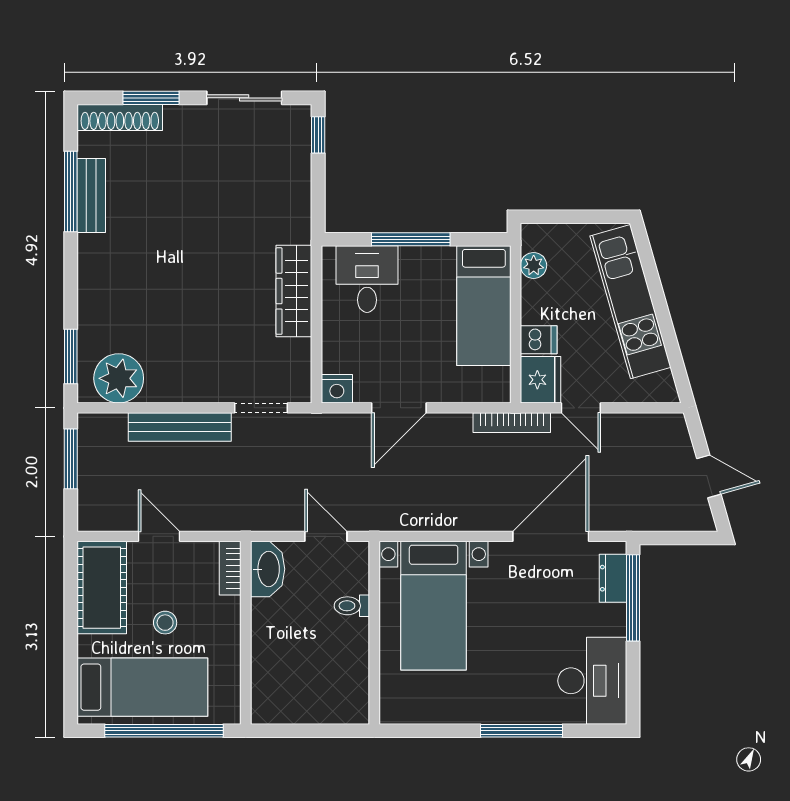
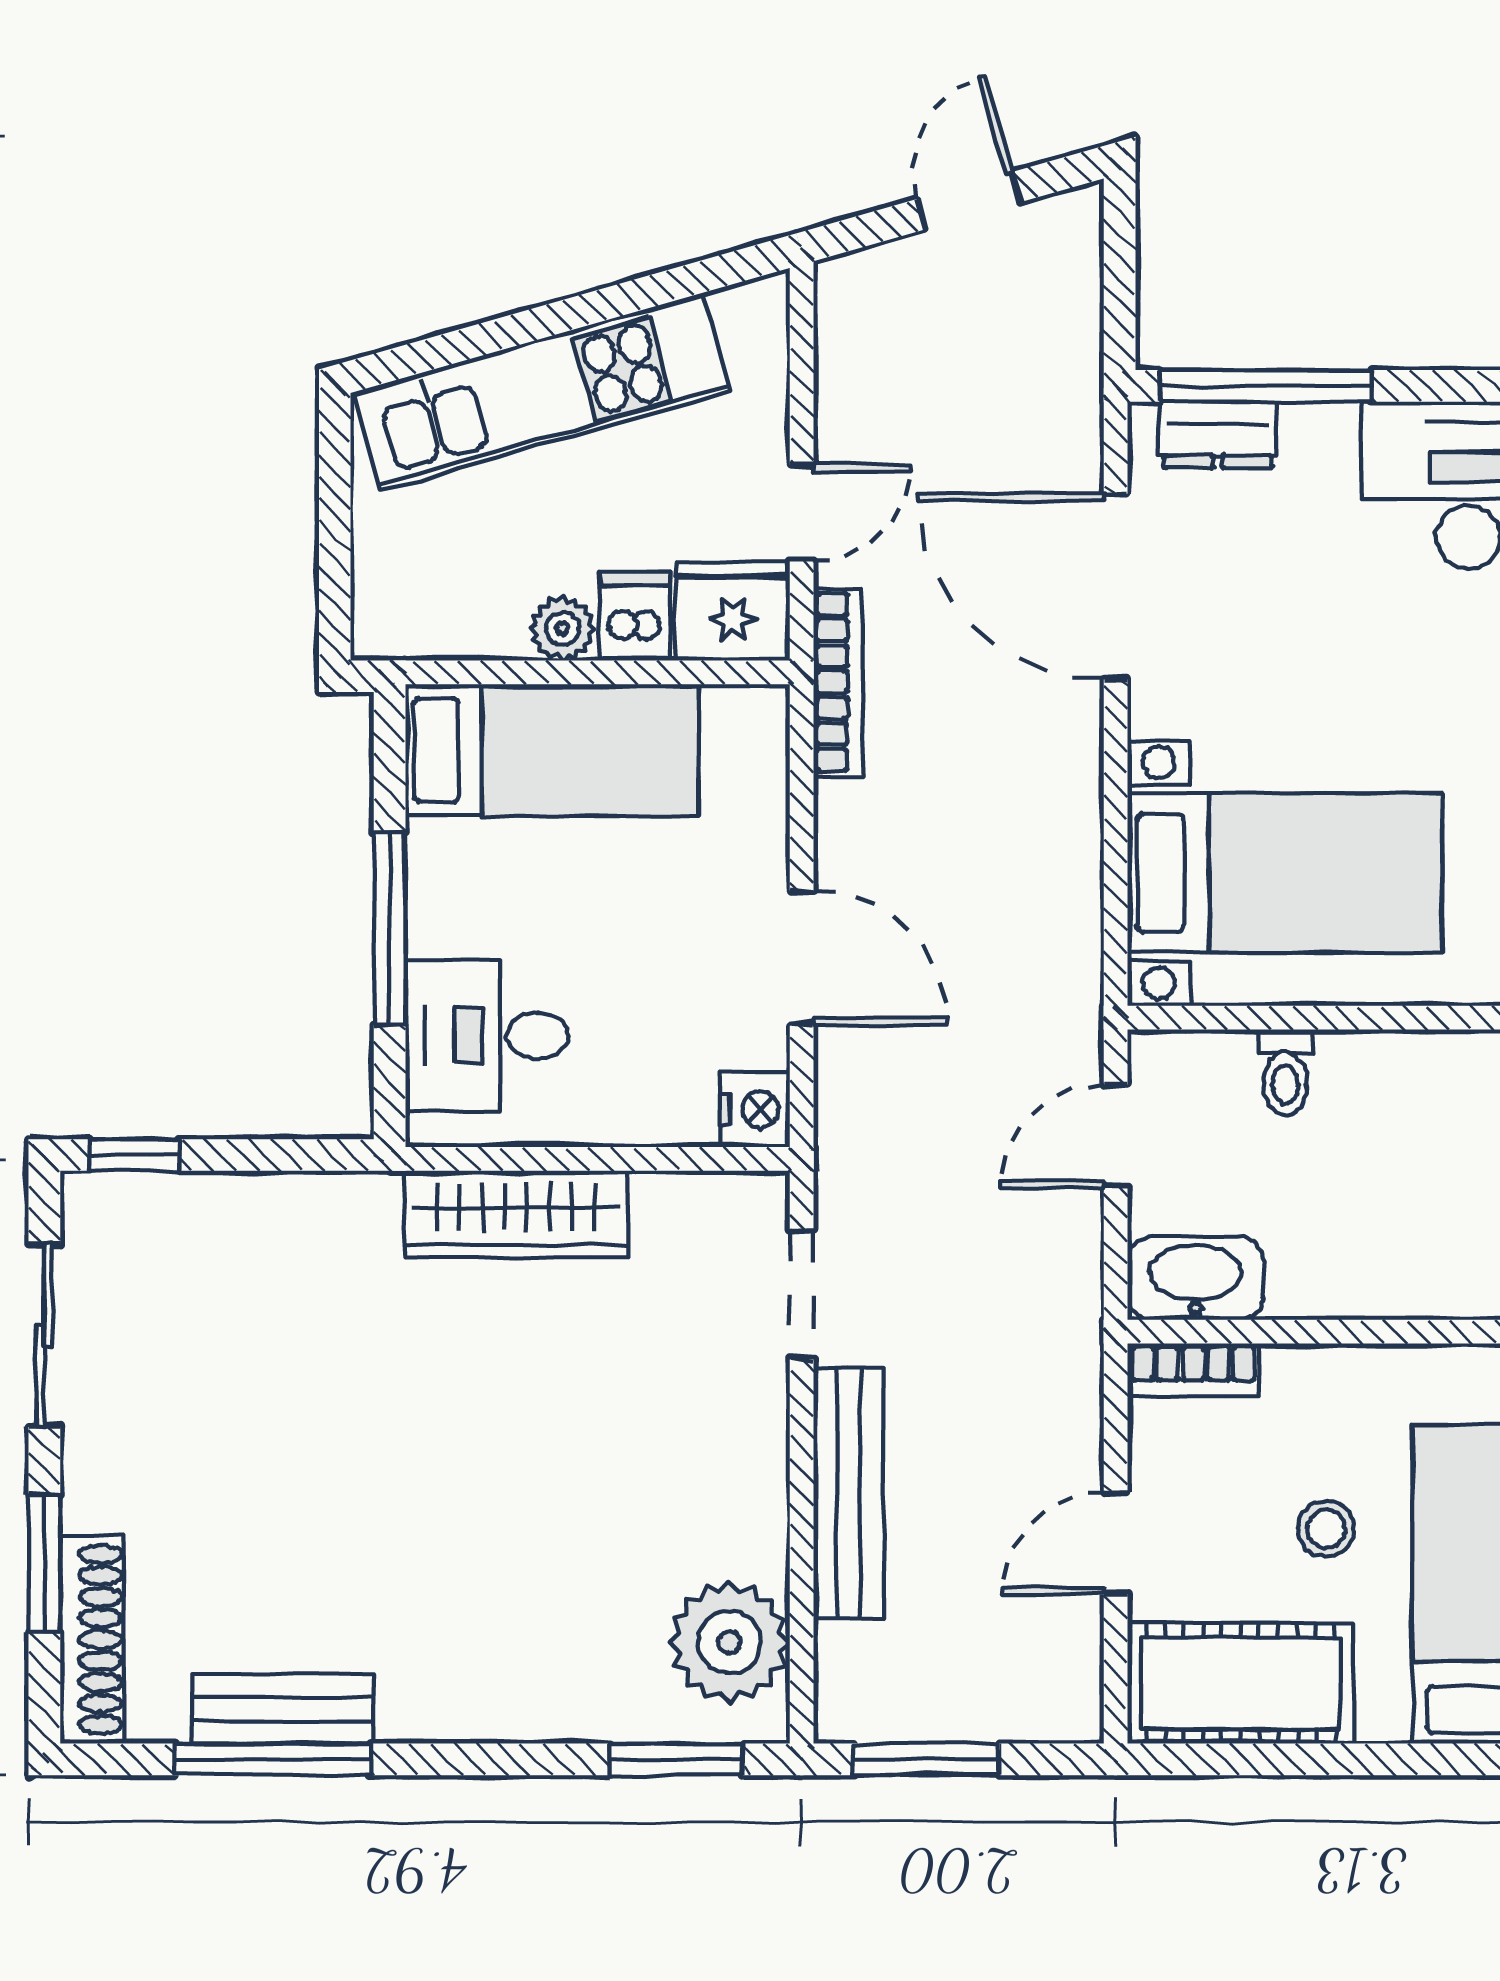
plant: (534, 265) -> (562, 629), moved

